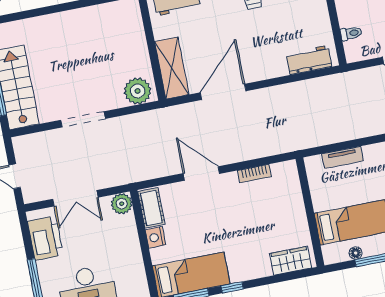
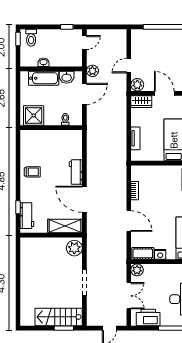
workbench: (309, 60) -> (76, 172), moved
door: (201, 174) -> (129, 221), swing flipped

